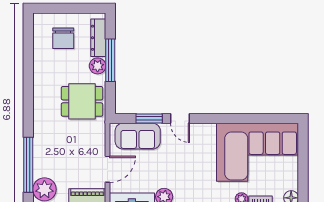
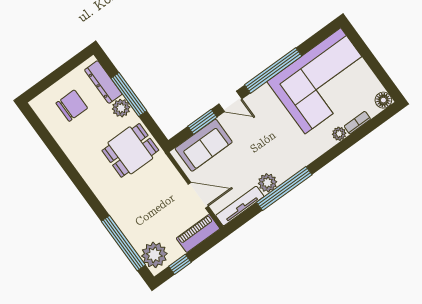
chair: (63, 38) -> (72, 106), turned -90
window: (227, 118) -> (273, 70), added
door: (107, 169) -> (198, 195), hinge flipped

